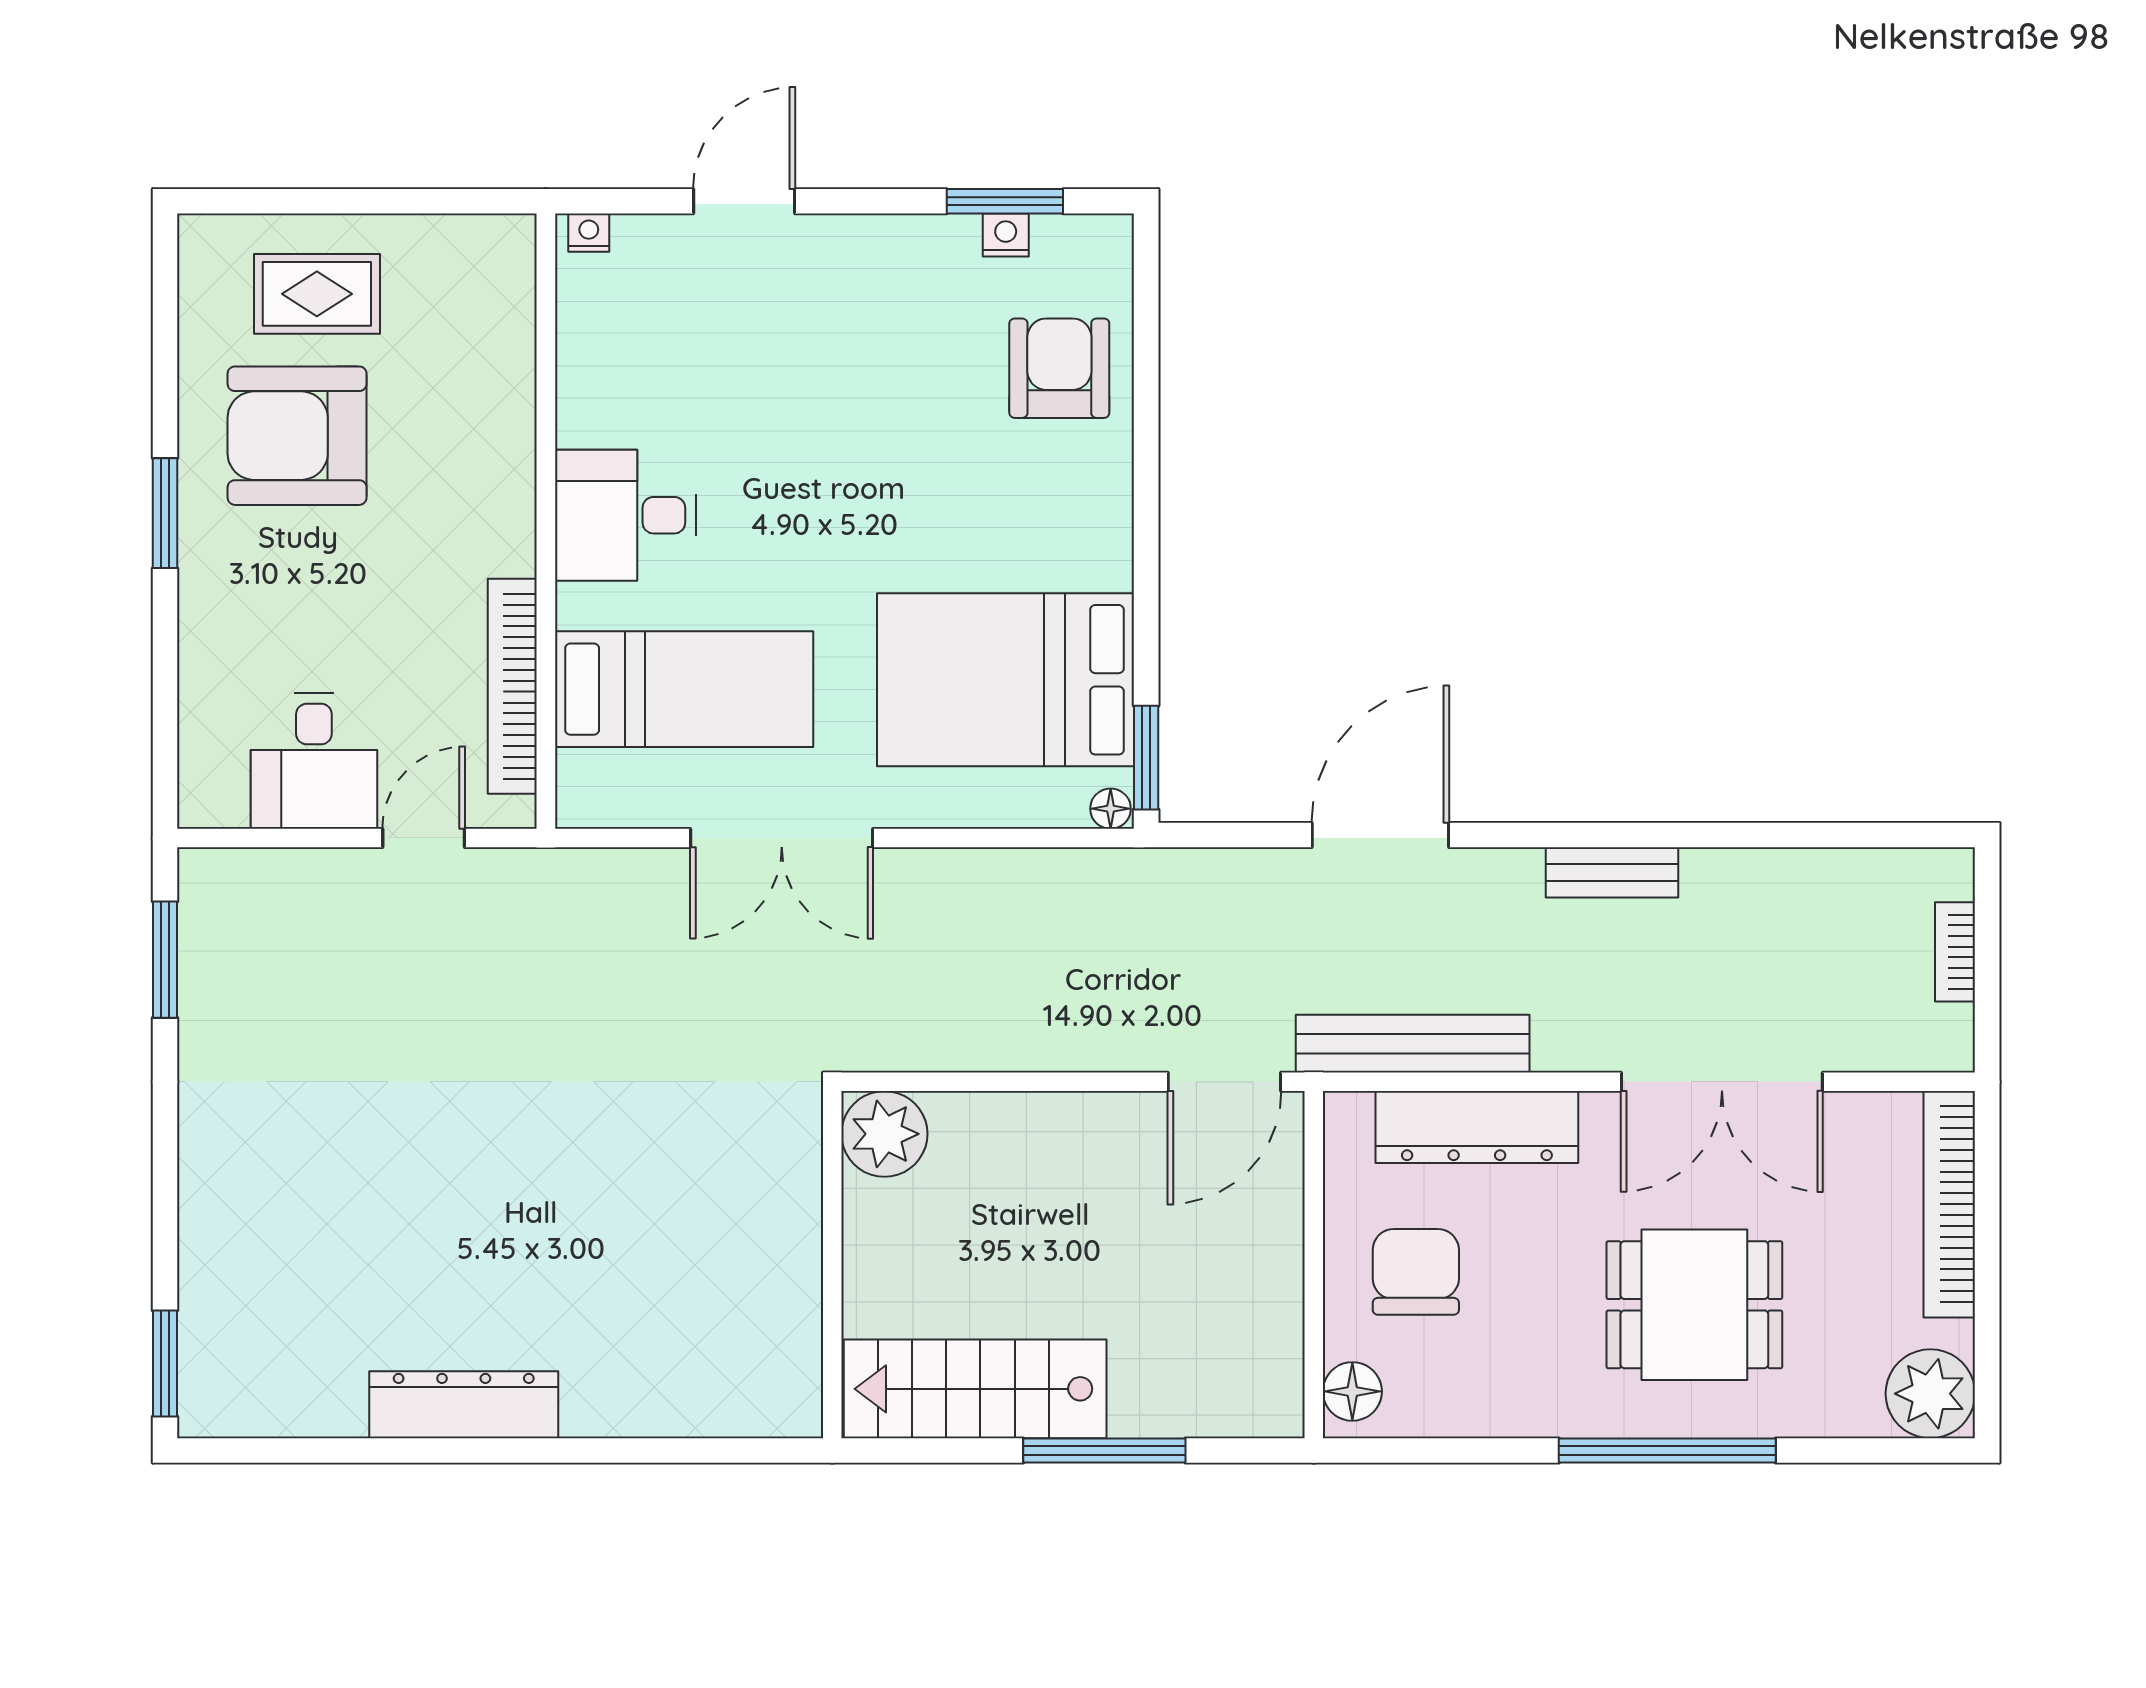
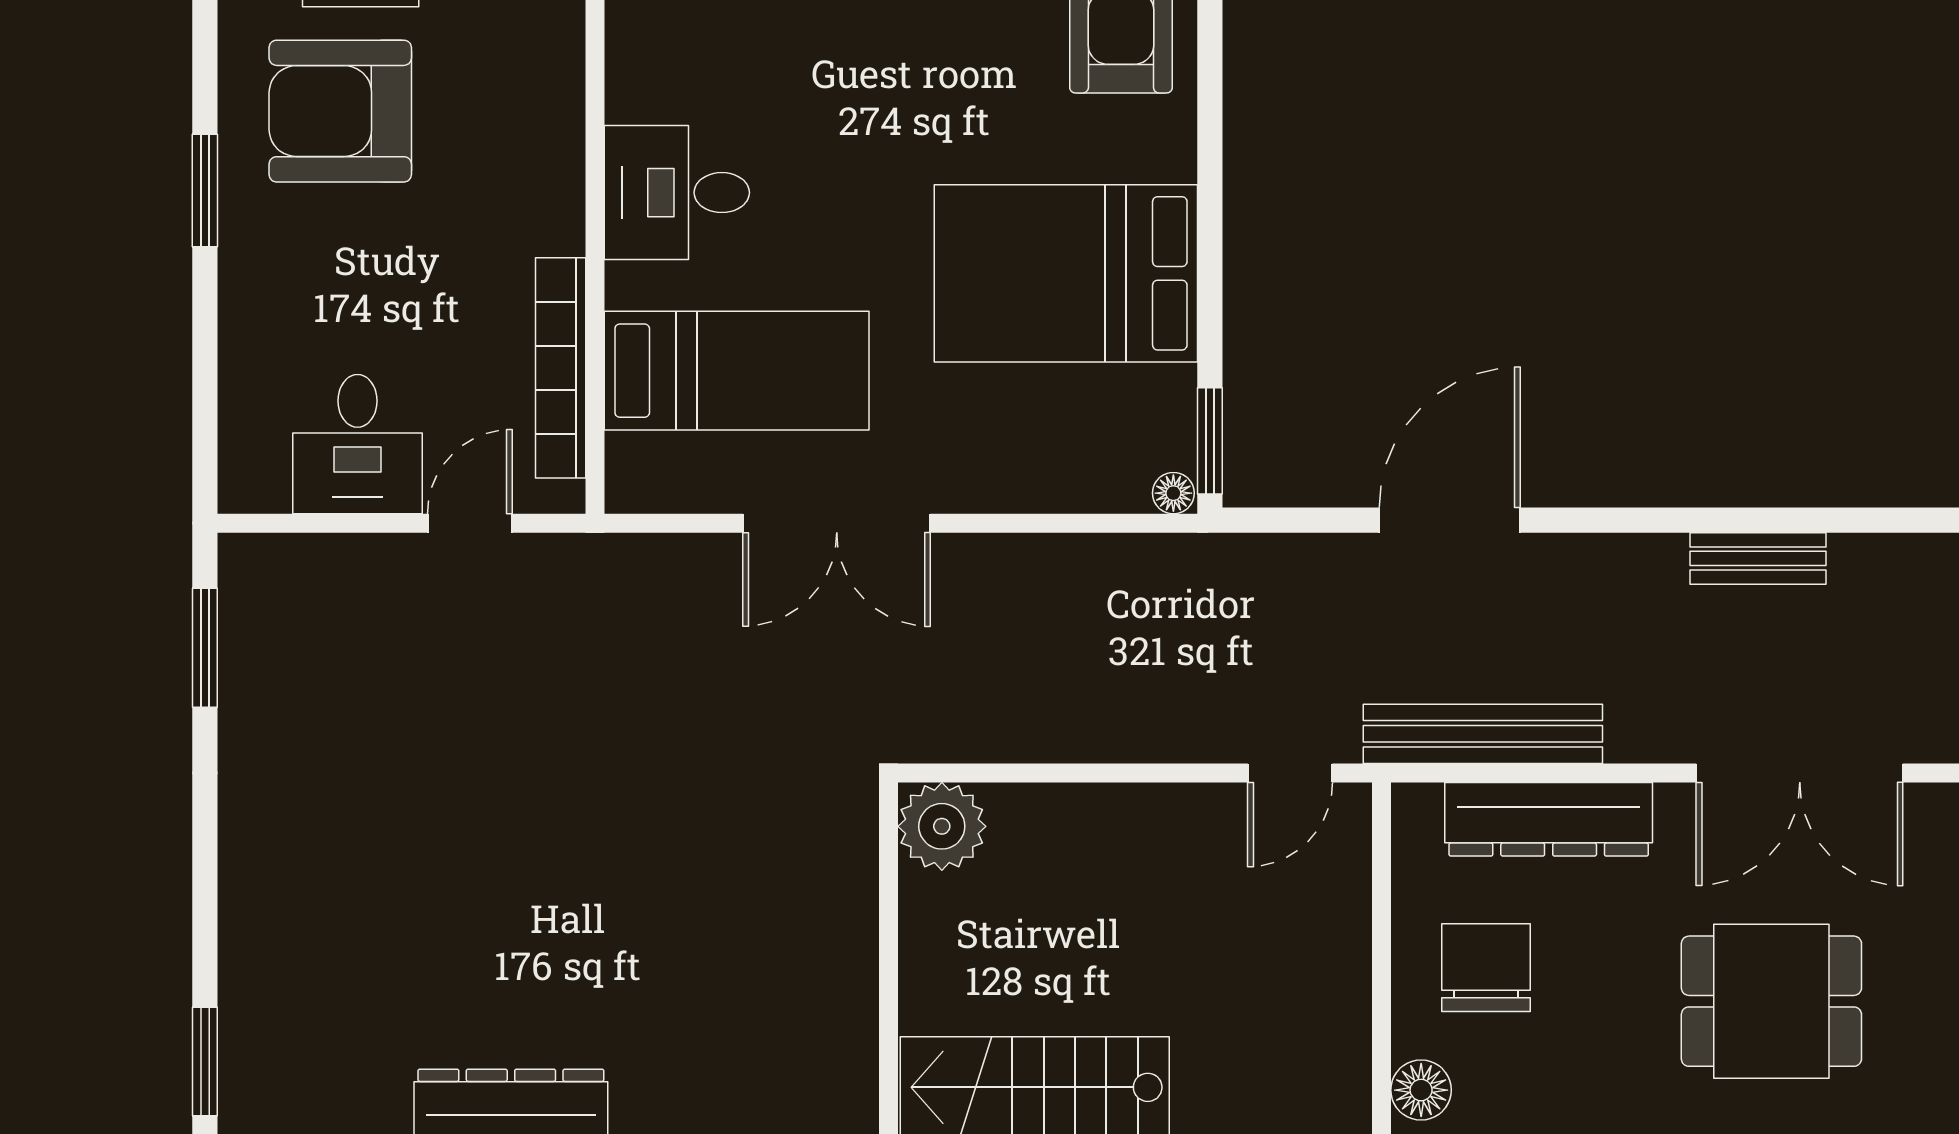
bed: (1006, 680) -> (1066, 273), moved
bench: (1612, 872) -> (1758, 558), moved
door: (1224, 1082) -> (1290, 773), width x0.73

